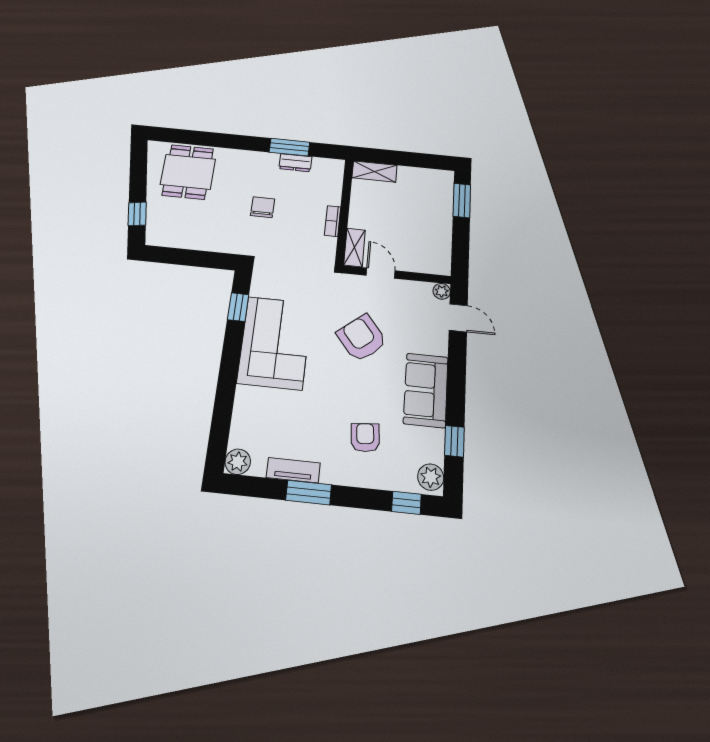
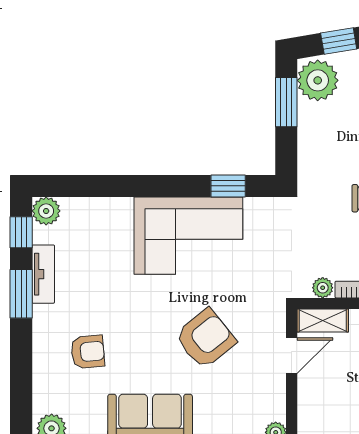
plant: (165, 232) -> (318, 80), added
plant: (329, 245) -> (323, 288), added
window: (178, 256) -> (286, 102), added
window: (406, 503) -> (21, 232), moved

